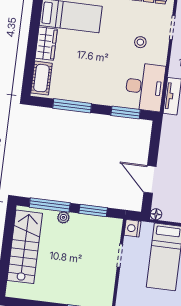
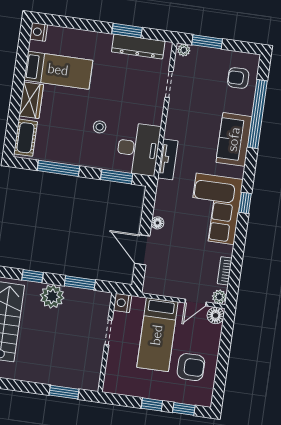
stool: (140, 42) -> (100, 127), moved
window: (50, 205) -> (33, 276), width x0.46
floor lamp: (156, 214) -> (157, 223), moved
plant: (63, 217) -> (52, 296), width x1.88, depth x1.88

